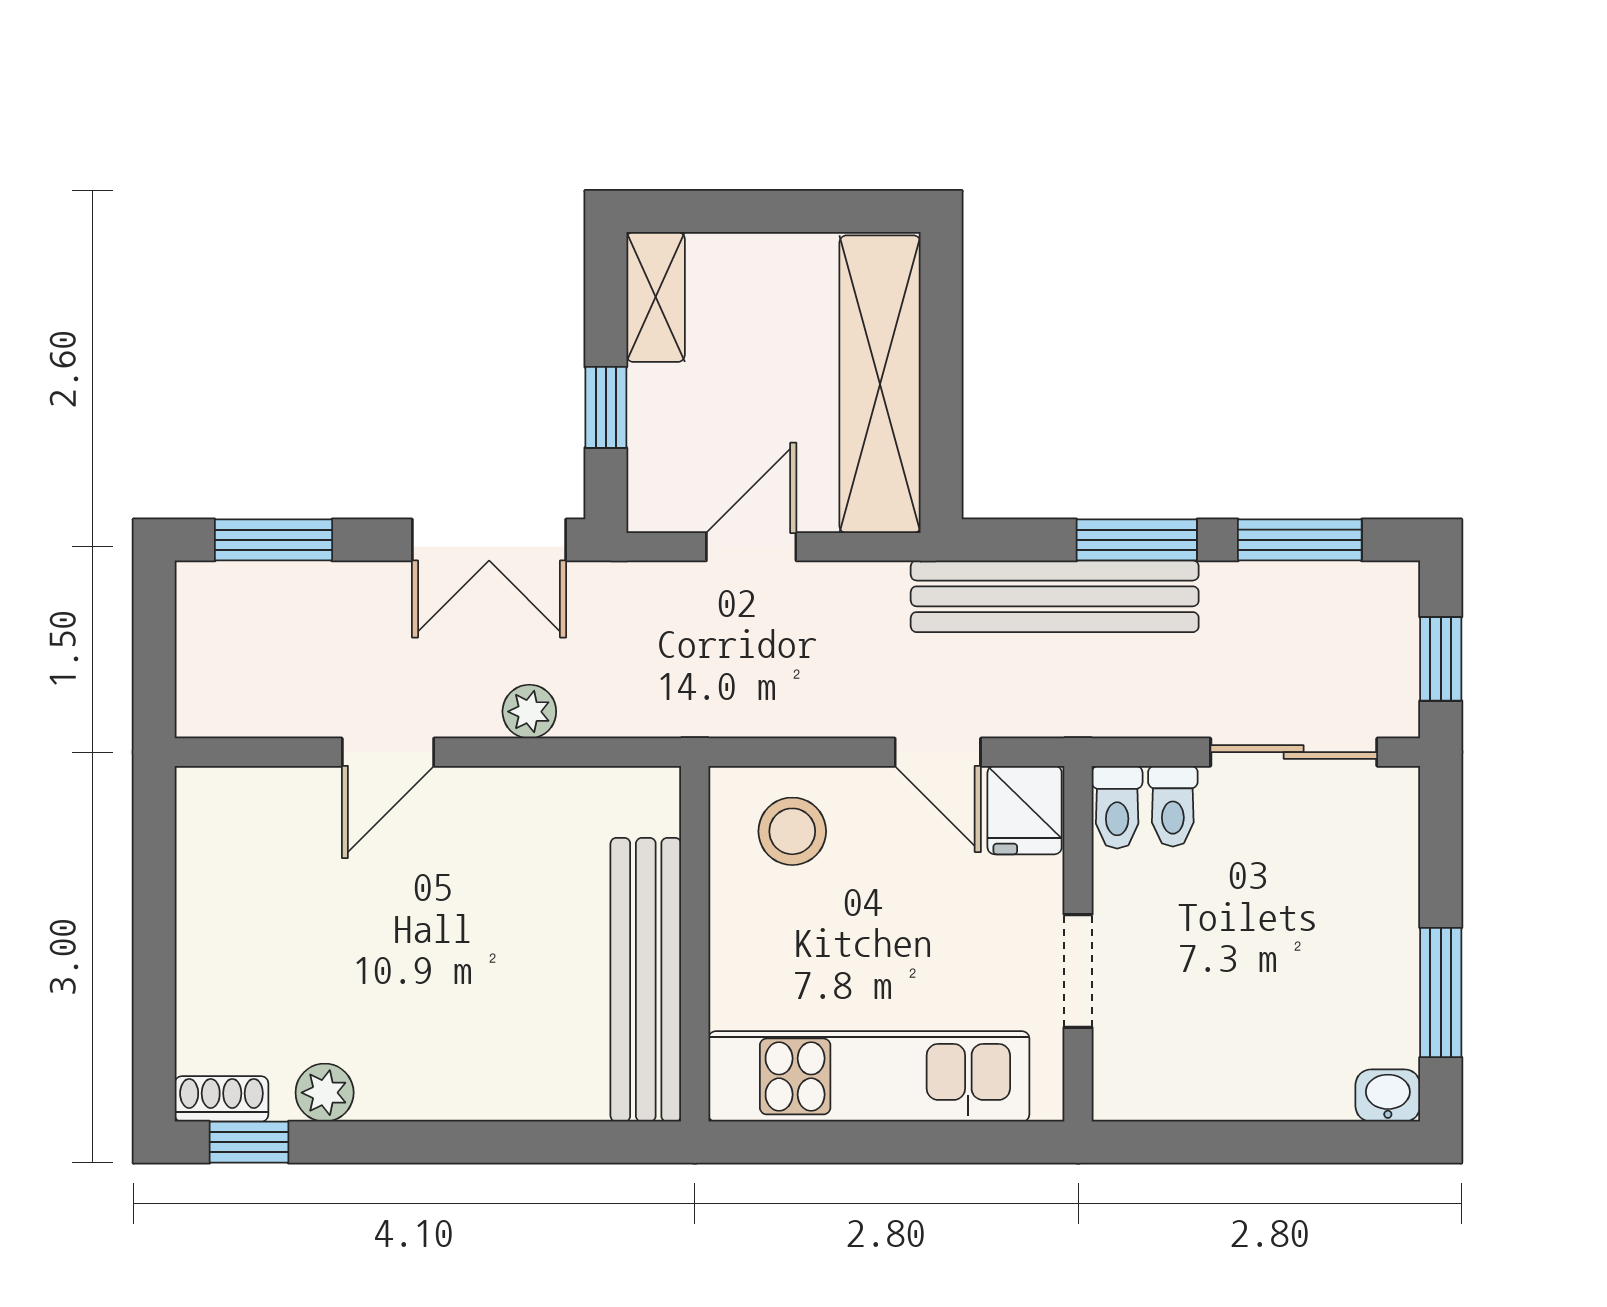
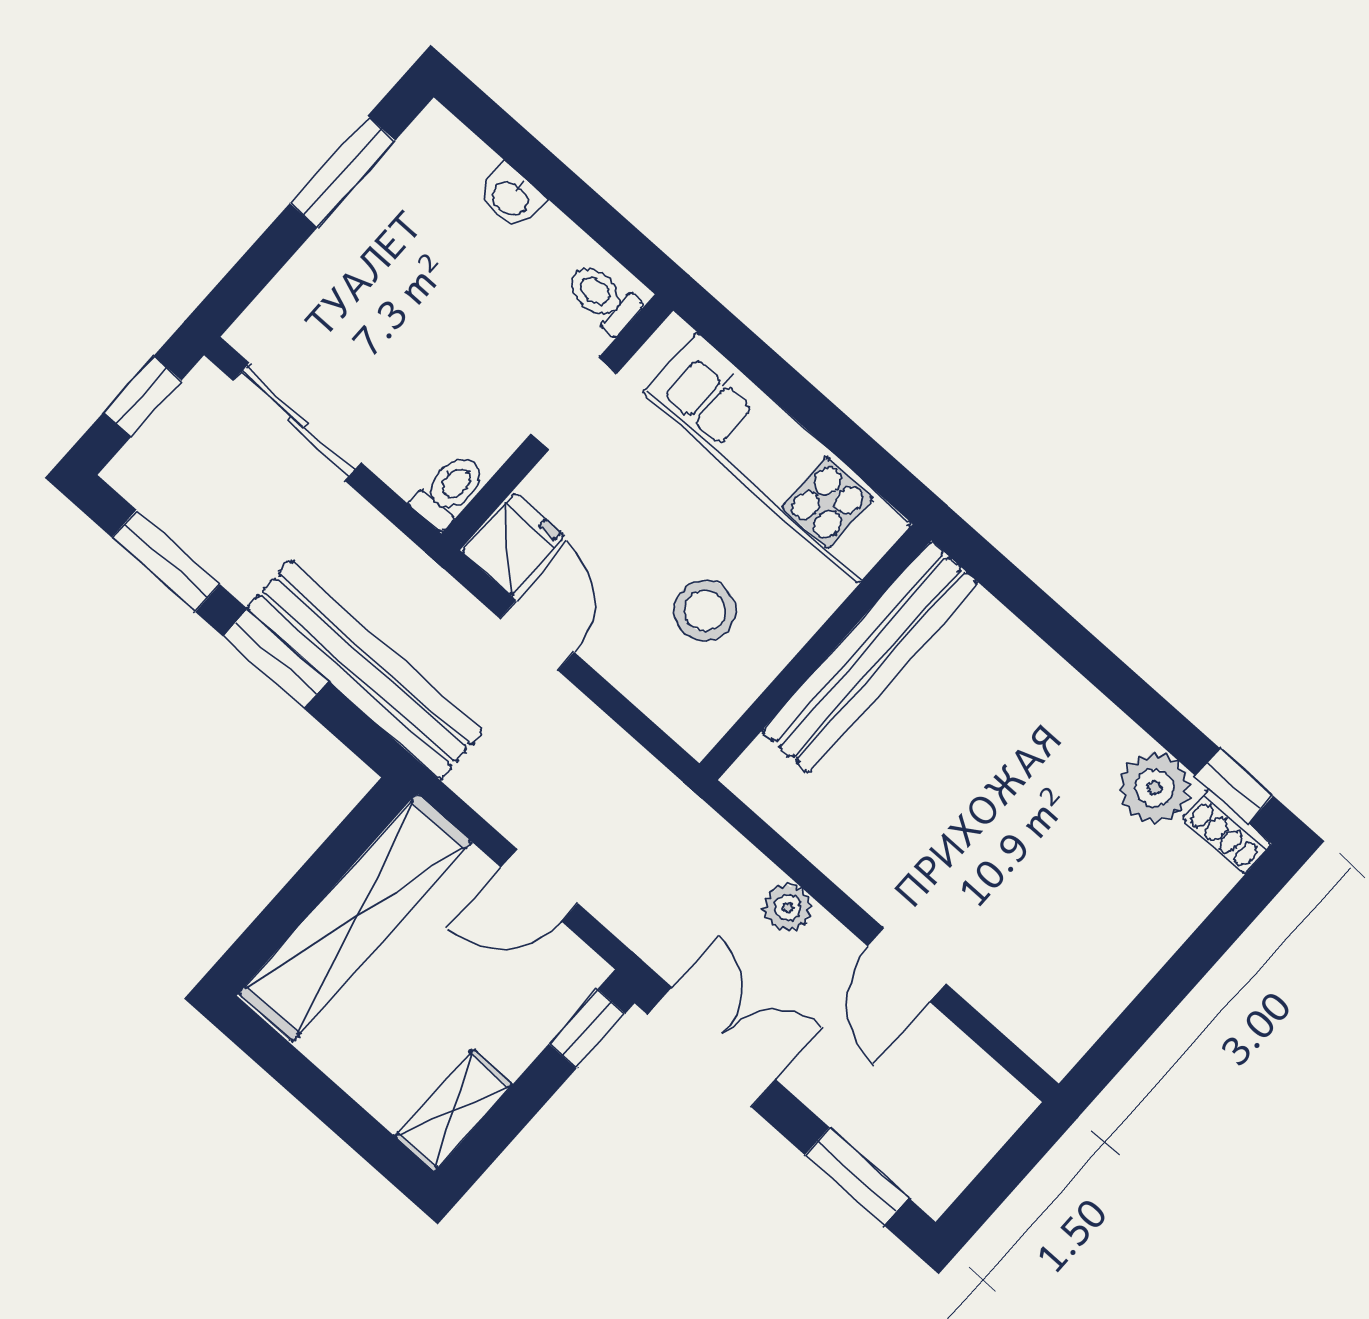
window: (606, 407) -> (587, 1029), moved
door: (388, 752) -> (907, 965), swing flipped
toilet: (1173, 806) -> (603, 298), moved, turned -90
stool: (792, 831) -> (705, 610), moved
plant: (325, 1093) -> (1154, 788), width x1.38, depth x1.38
washbasin: (1388, 1095) -> (511, 198), moved

